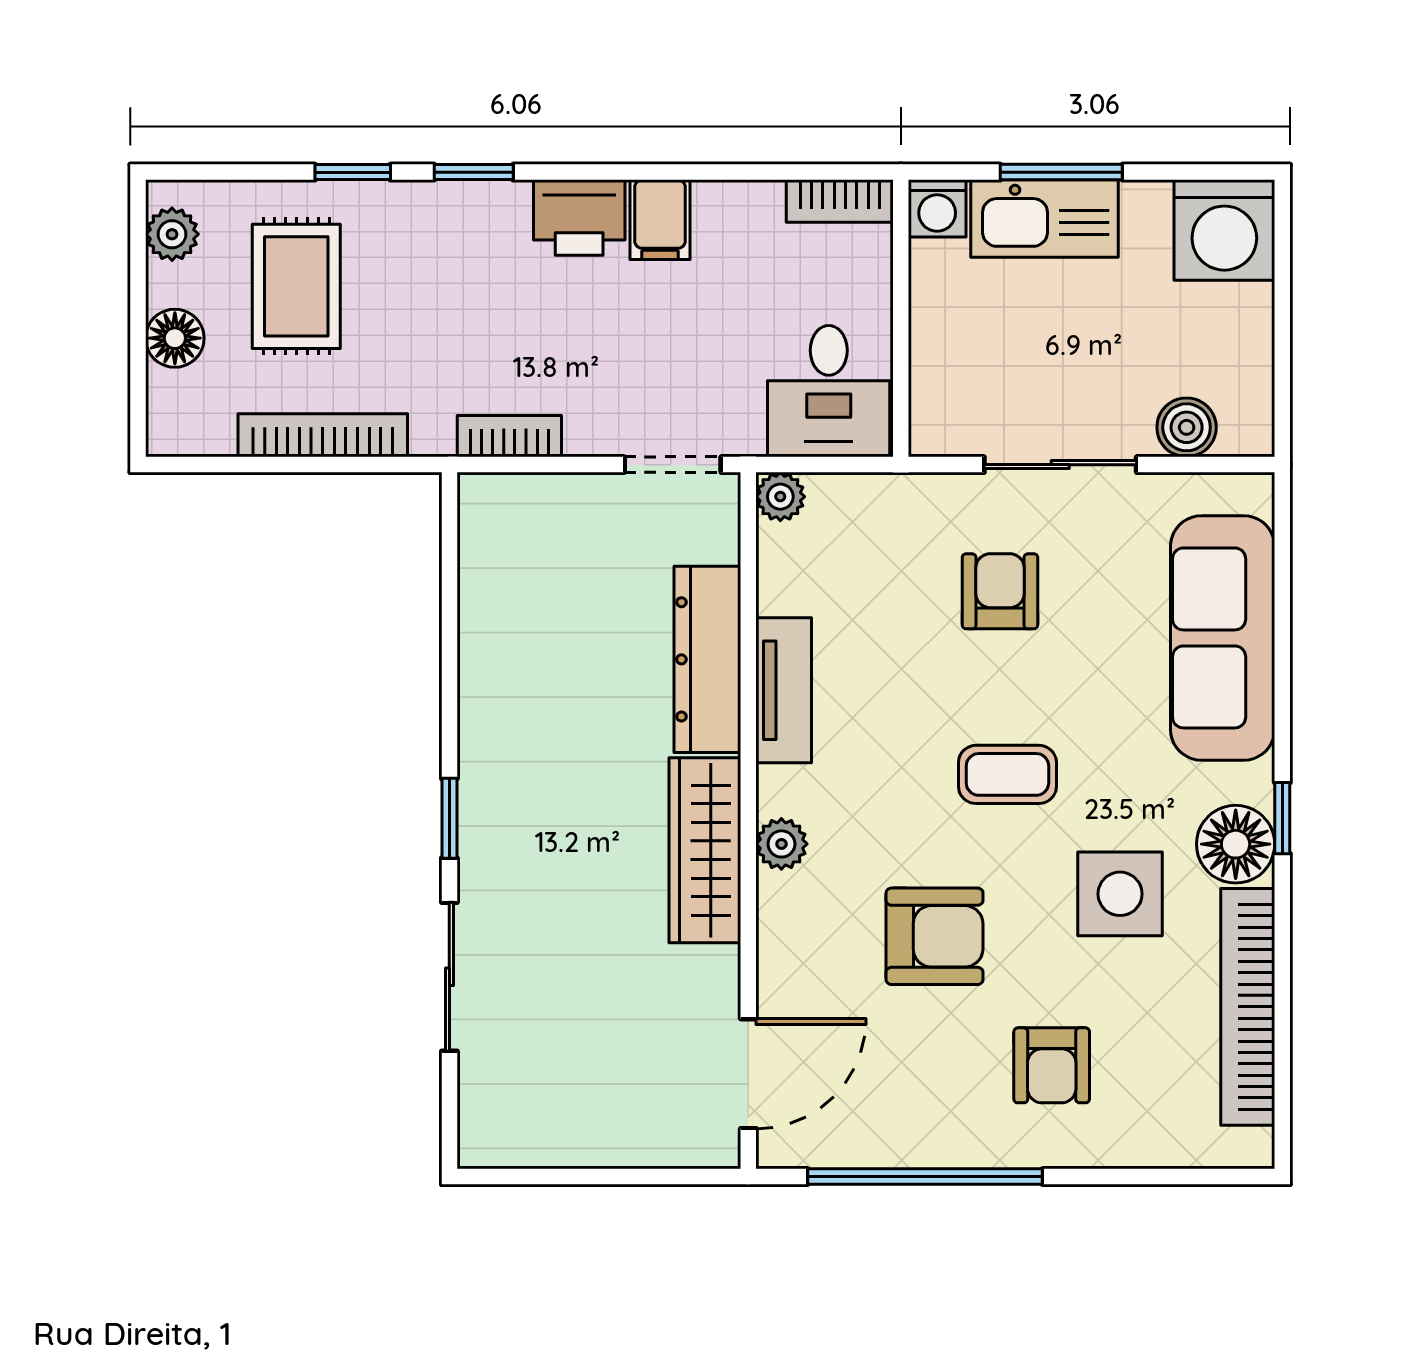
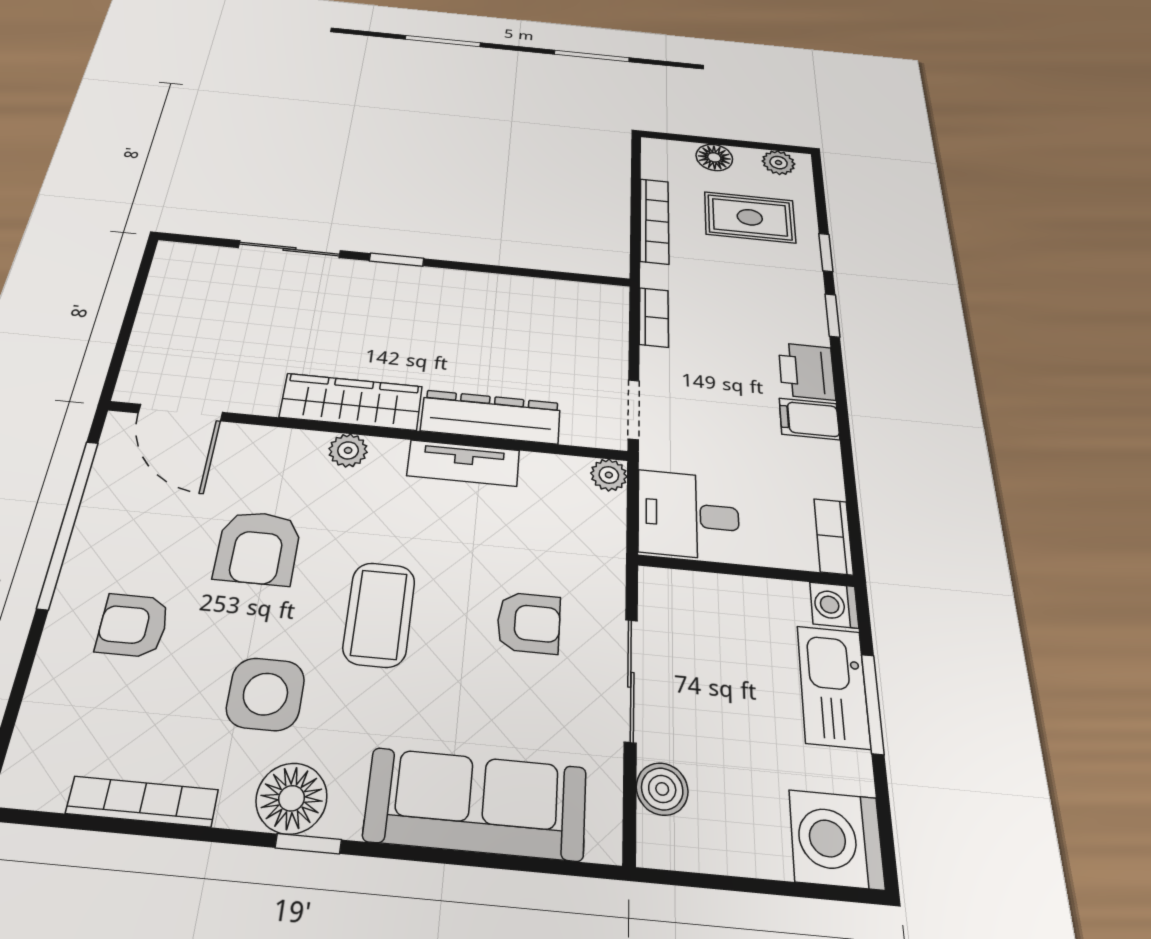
coffee table: (1007, 774) -> (379, 614), width x1.36, depth x1.30
bookcase: (1248, 1007) -> (142, 801), width x0.68, depth x0.76

